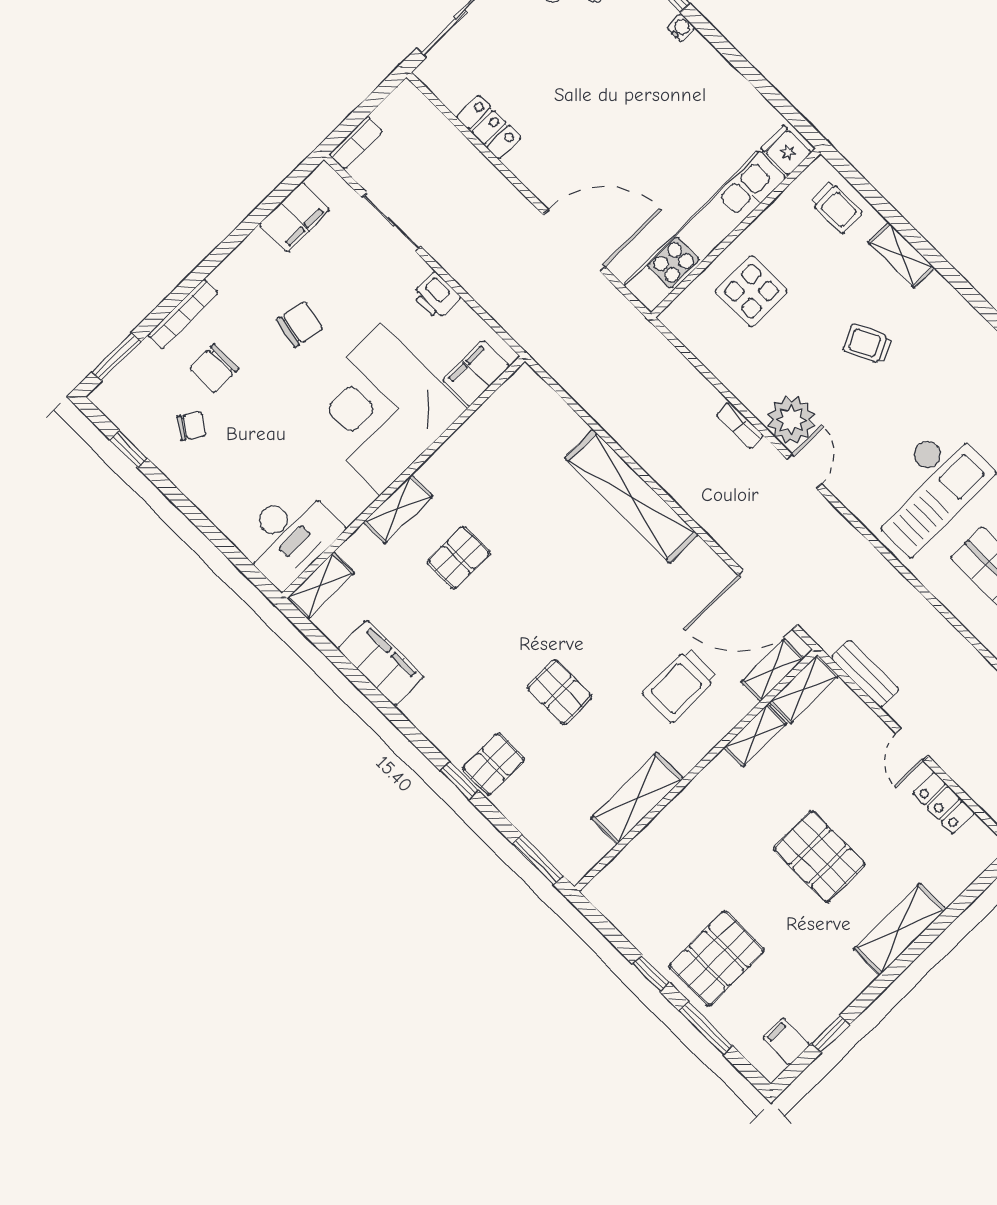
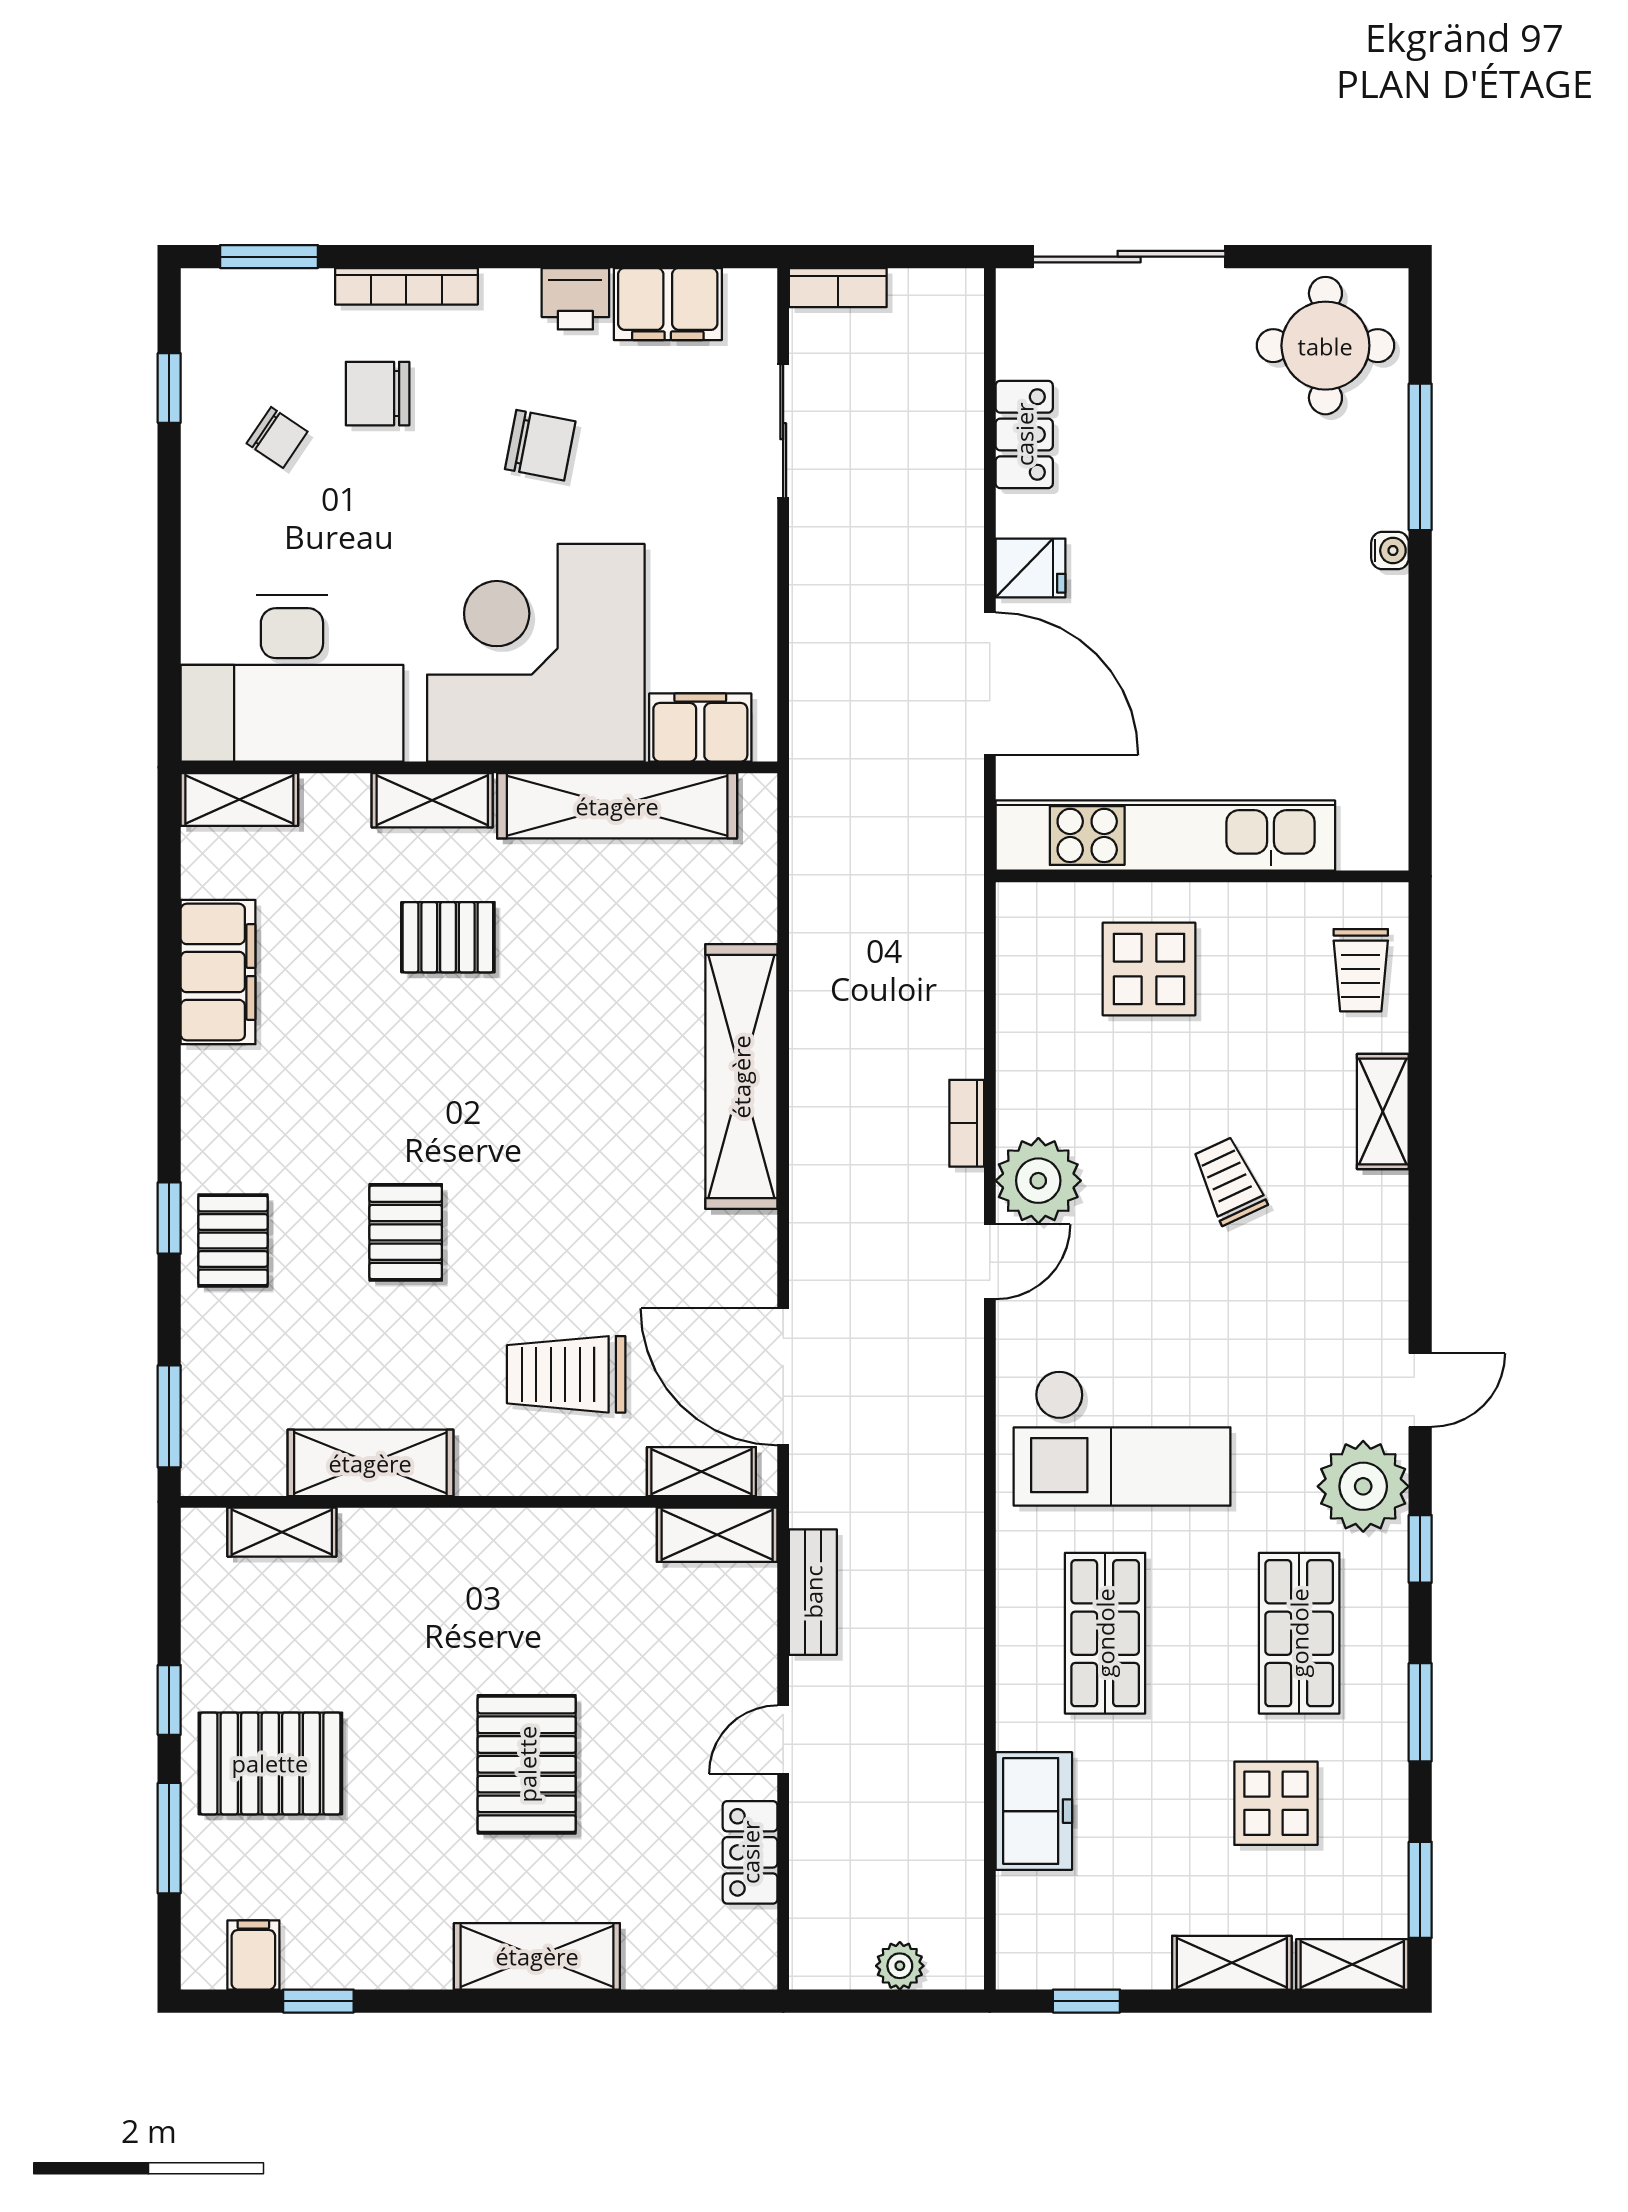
fridge: (786, 150) -> (1031, 568), moved, turned 90
printer: (436, 296) -> (575, 299), moved, turned -90
shelving: (474, 438) -> (617, 806), added
desk: (289, 536) -> (292, 678), width x1.36, depth x1.30
shelving: (755, 735) -> (282, 1532), moved
pallet: (494, 764) -> (233, 1240), turned 90

